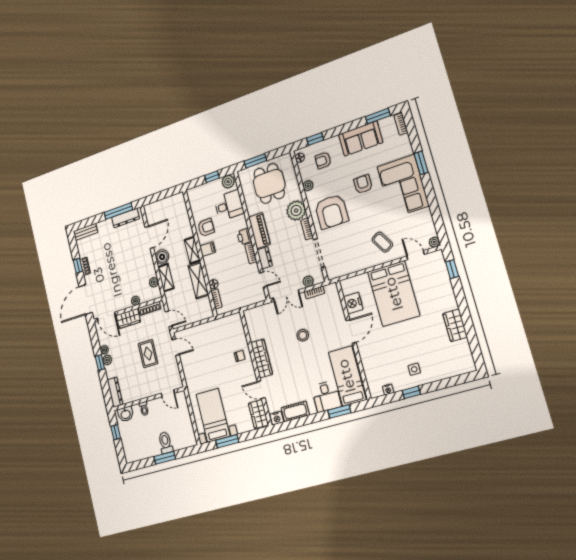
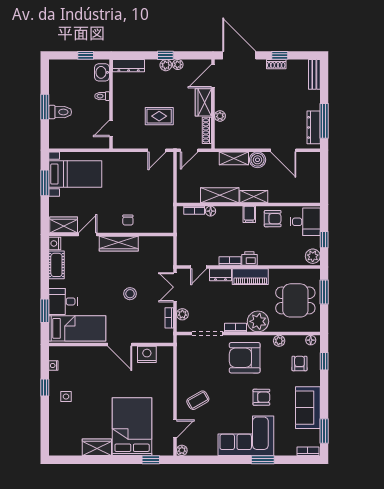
desk: (229, 205) -> (305, 222), moved, turned -90
armchair: (206, 228) -> (273, 219), turned -88
plant: (154, 282) -> (233, 143), removed
bed: (394, 294) -> (132, 427), moved, turned 90

